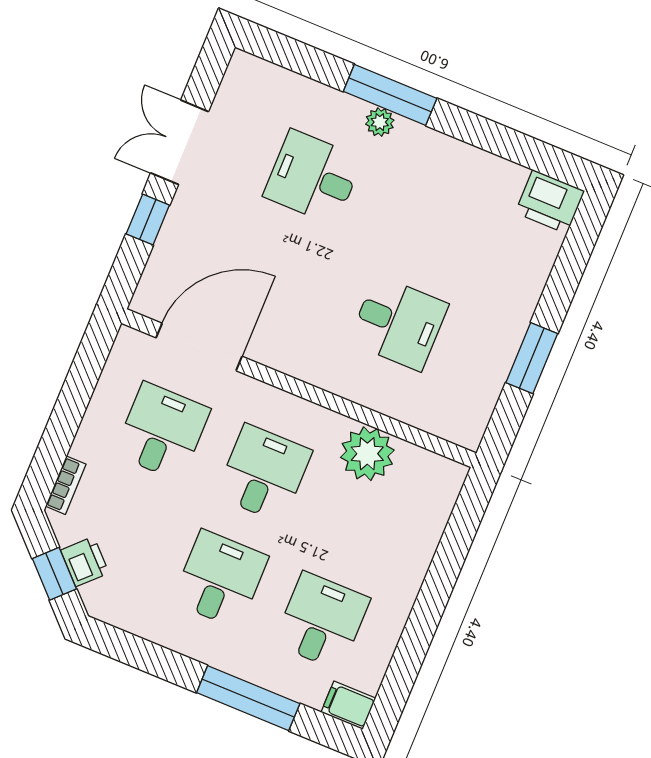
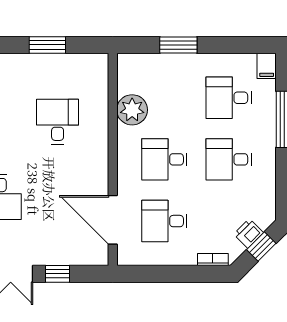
window: (443, 574) -> (178, 45), added

